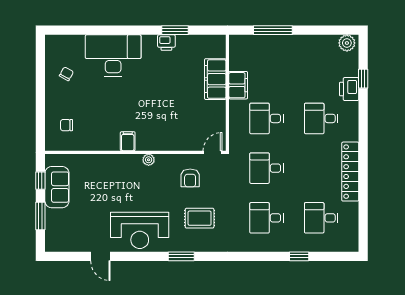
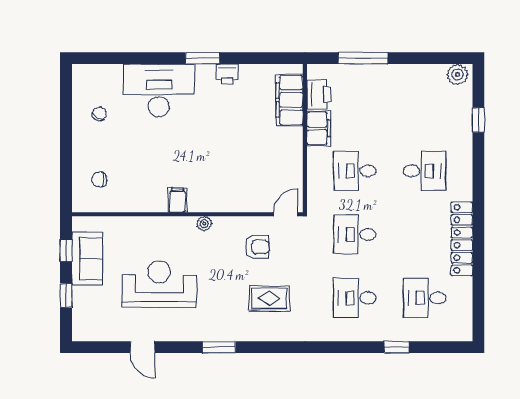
window: (175, 30) -> (203, 58), moved
filing cabinet: (215, 79) -> (289, 100), moved
printer: (349, 89) -> (319, 94), moved, turned 180
desk: (321, 118) -> (425, 171), turned 180
armchair: (190, 178) -> (257, 247), turned -90
window: (40, 216) -> (66, 296), width x0.67
reception desk: (140, 230) -> (159, 284), moved, turned 180
window: (181, 256) -> (219, 347), moved

